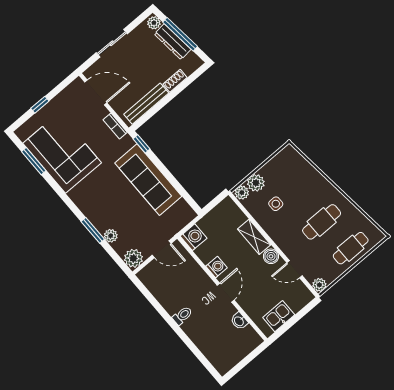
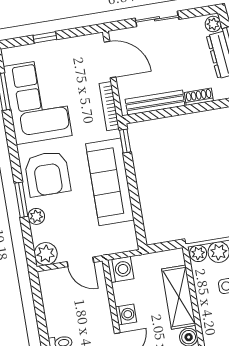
bookcase: (115, 126) -> (109, 106), width x1.56
armchair: (100, 201) -> (47, 174), added
shelving: (254, 237) -> (179, 297), width x1.50, depth x1.33

